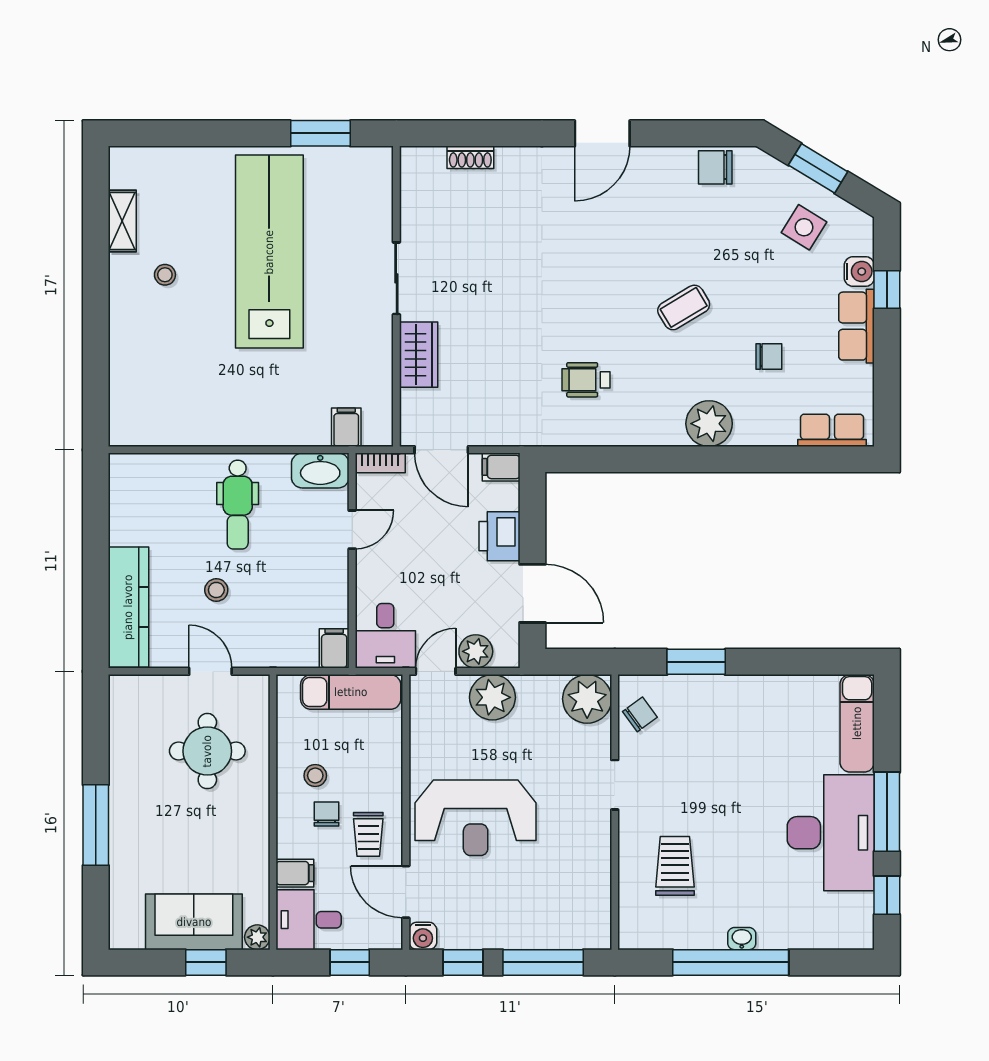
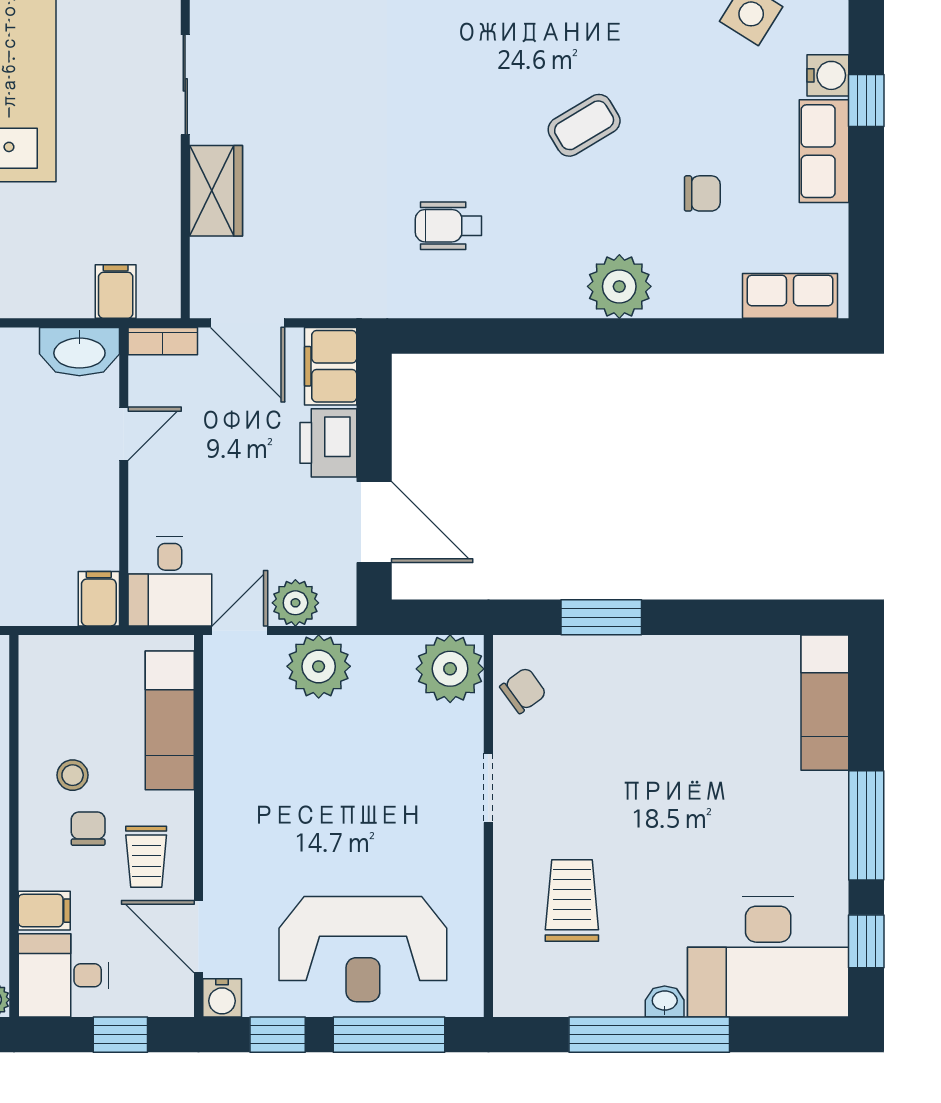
filing cabinet: (501, 467) -> (331, 366), width x2.00
exam couch: (351, 692) -> (170, 720), moved, turned 90
reception desk: (476, 818) -> (363, 949), moved
desk: (831, 833) -> (768, 957), moved, turned 90

